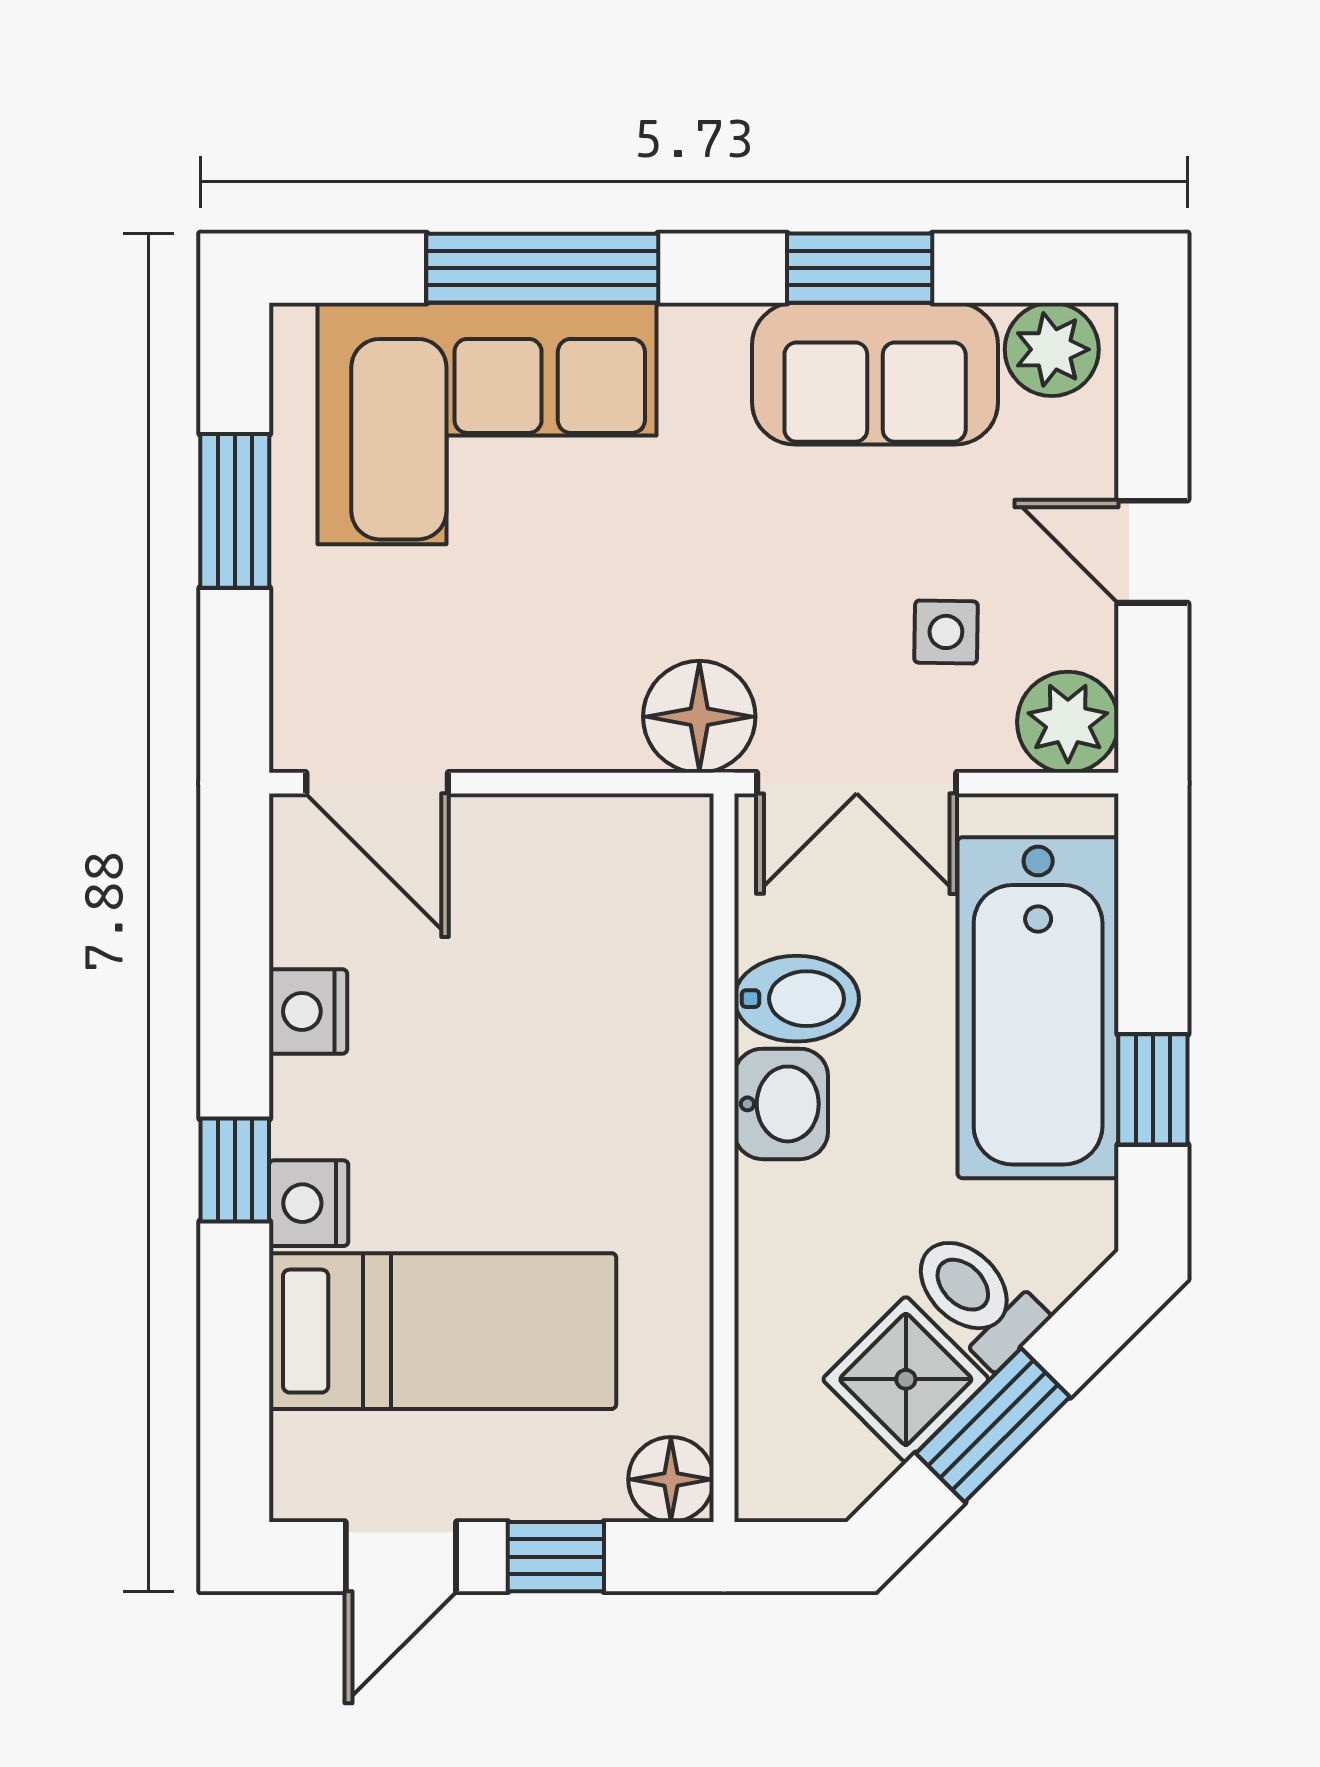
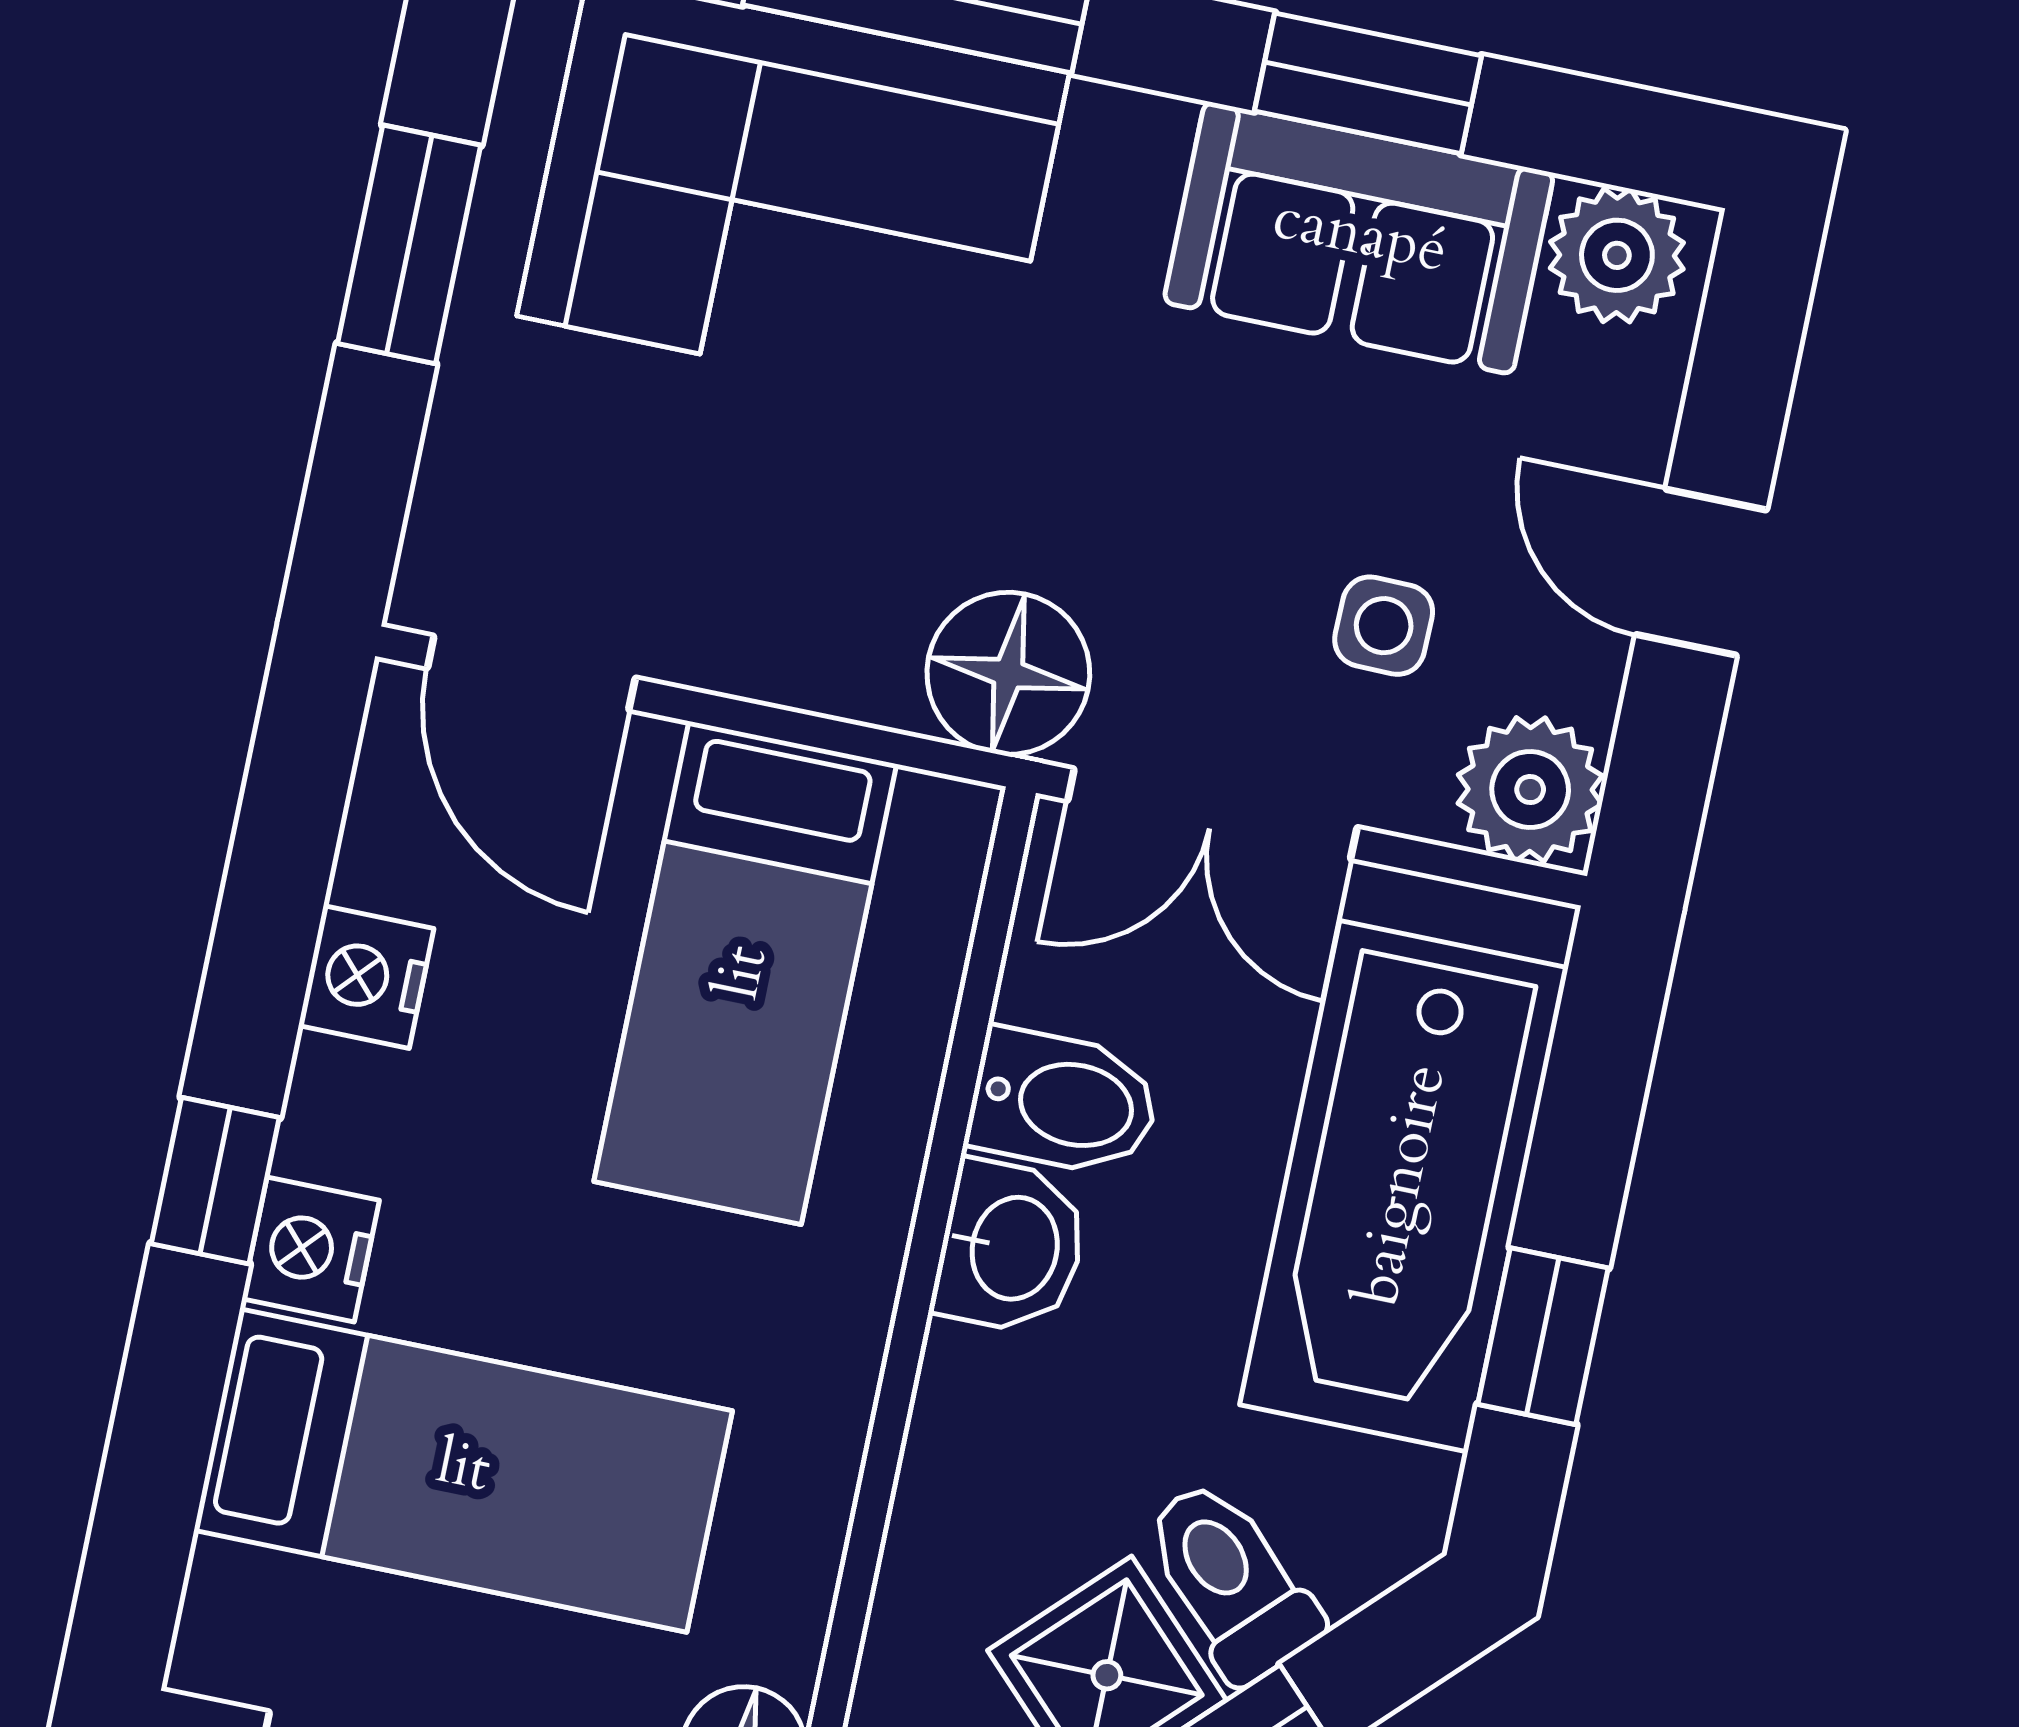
bed: (563, 956) -> (745, 973), added

